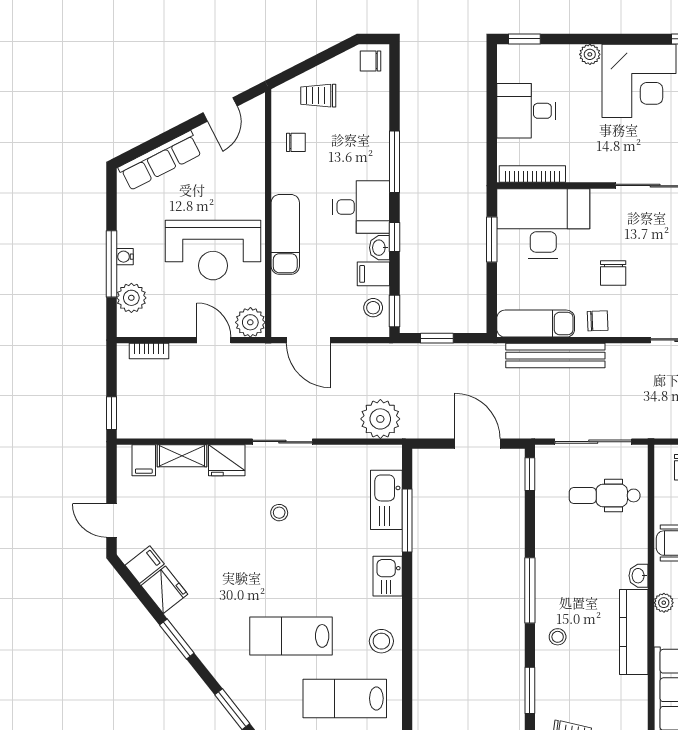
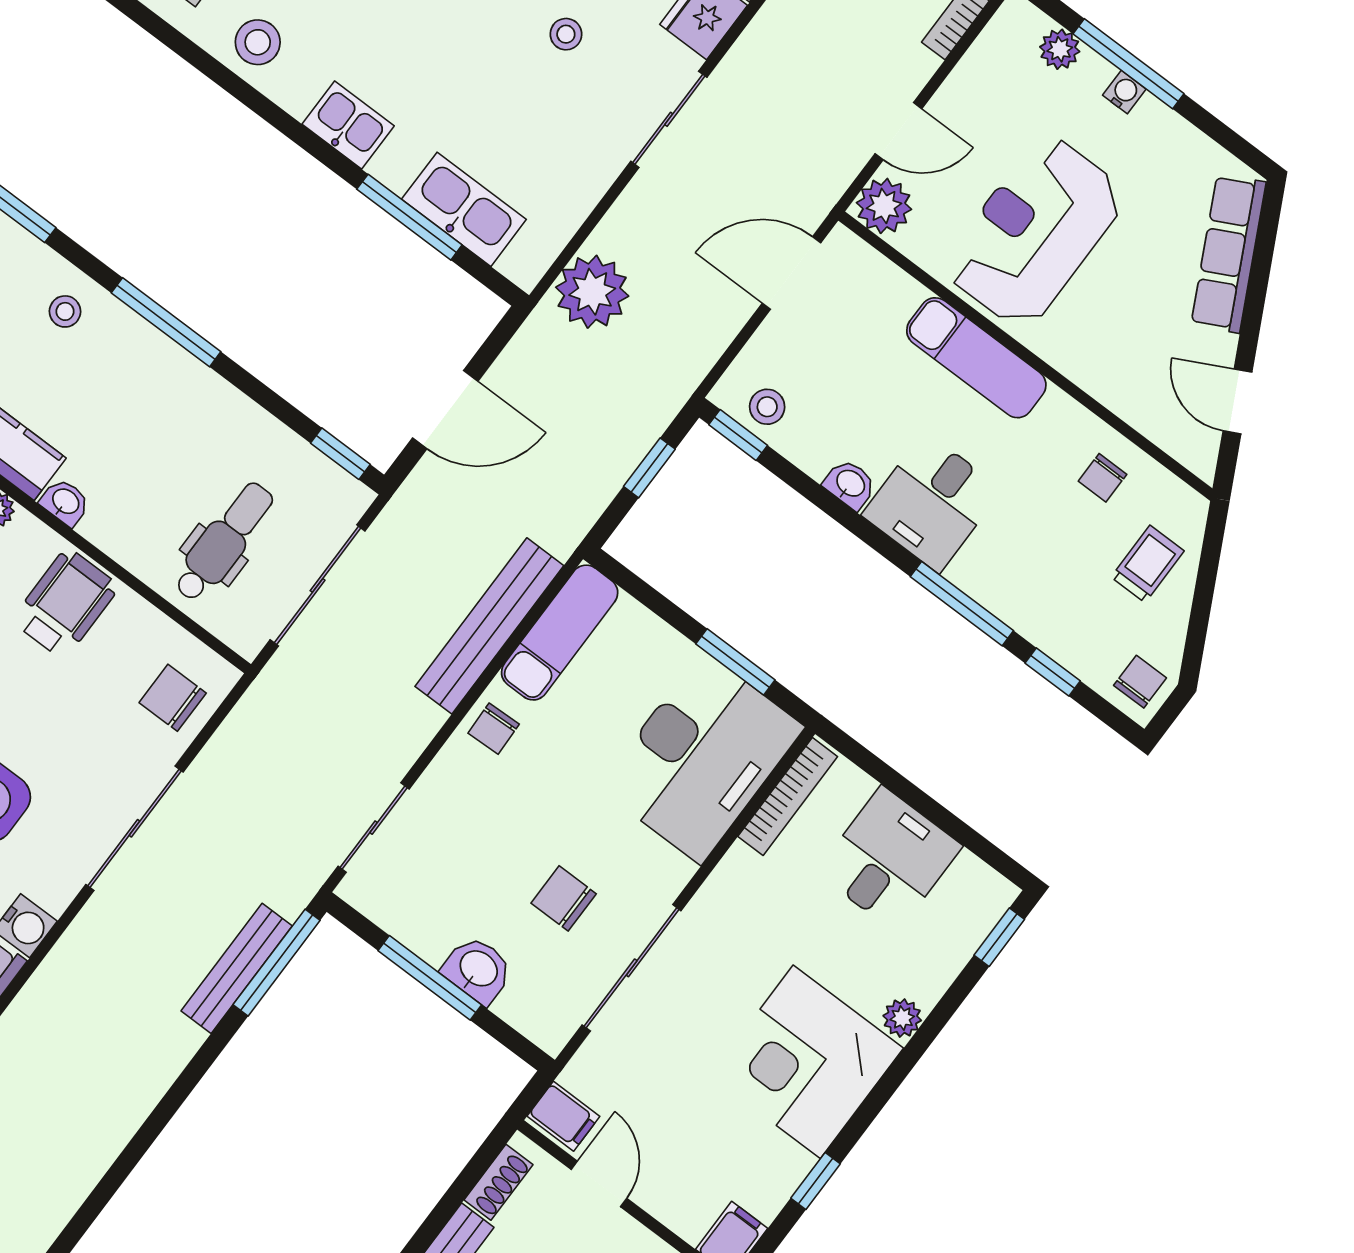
window: (394, 237) -> (1053, 672), moved
chair: (613, 273) -> (564, 898), moved
filing cabinet: (373, 274) -> (817, 445), removed
plant: (131, 298) -> (1060, 49), width x0.73, depth x0.73

